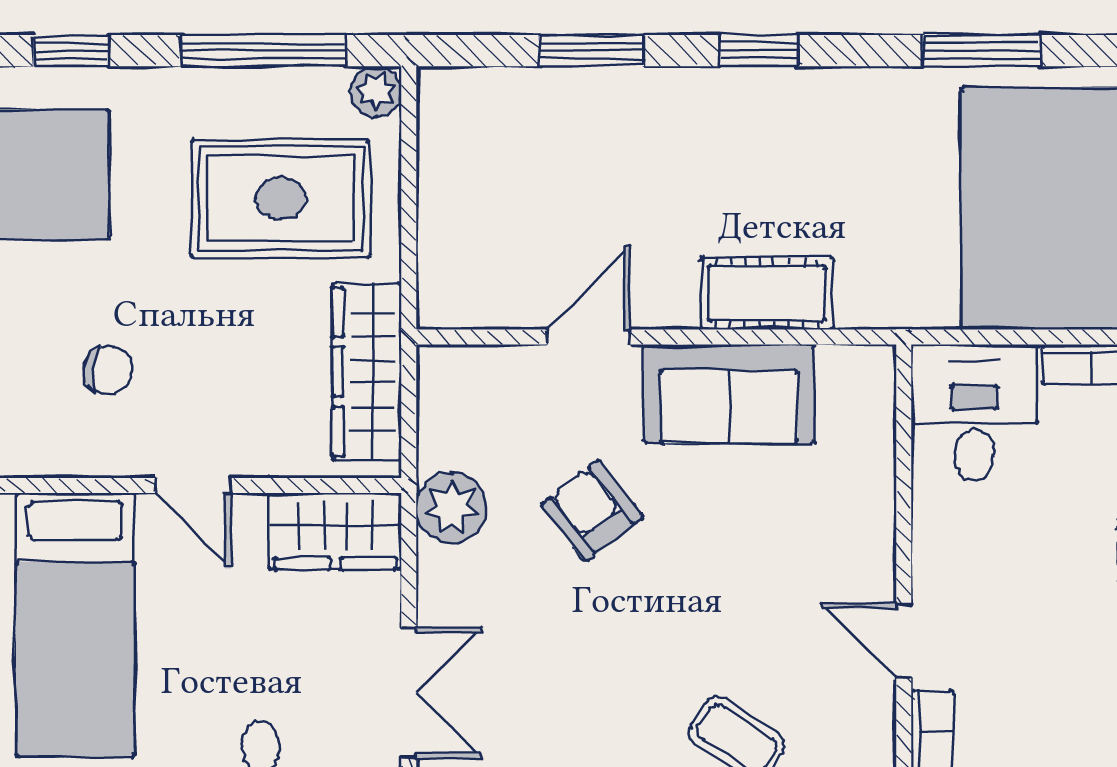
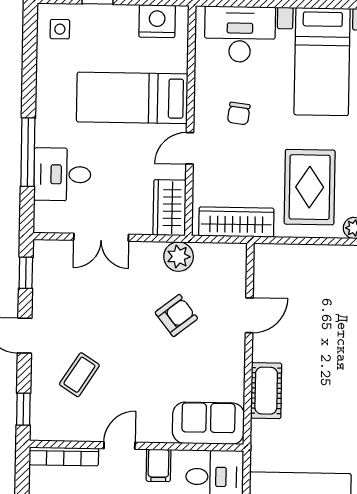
door: (588, 337) -> (249, 315), hinge flipped
sofa: (729, 394) -> (208, 423), moved, turned 90
filing cabinet: (950, 547) -> (158, 465), added

